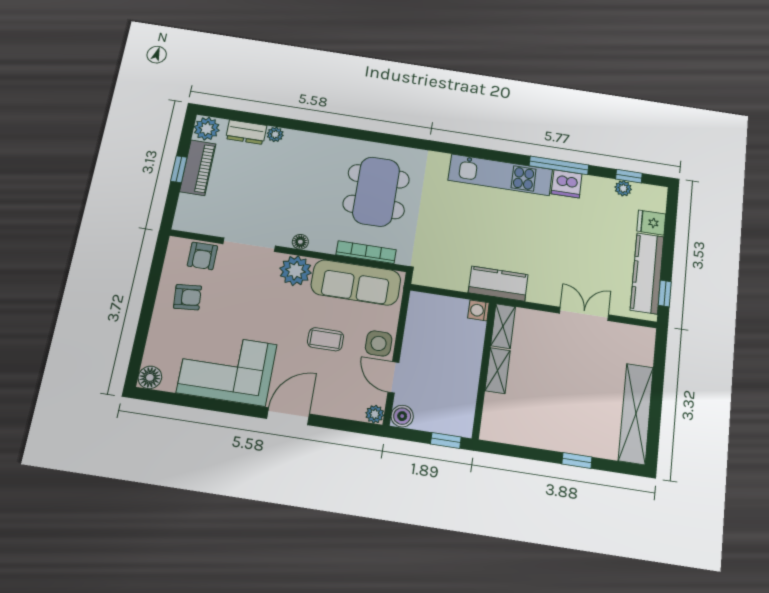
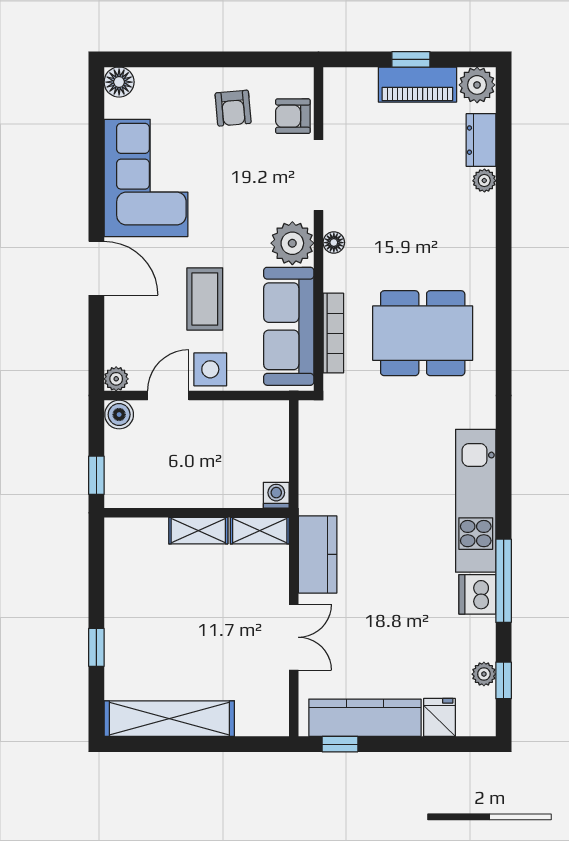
kitchen counter: (498, 284) -> (318, 554), moved
coffee table: (326, 339) -> (205, 299), width x1.36, depth x1.30

